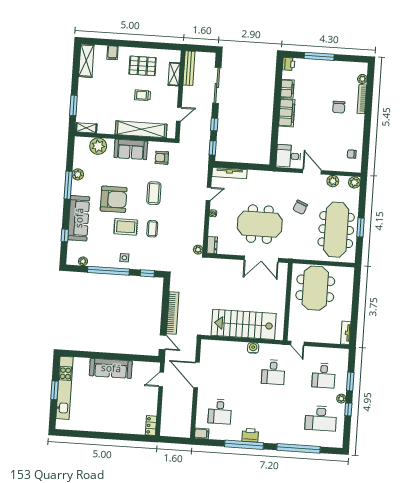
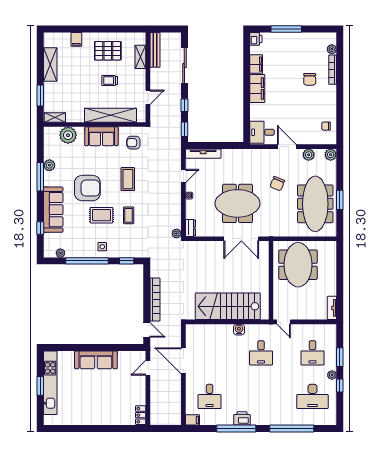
shelving: (86, 61) -> (50, 65), moved

